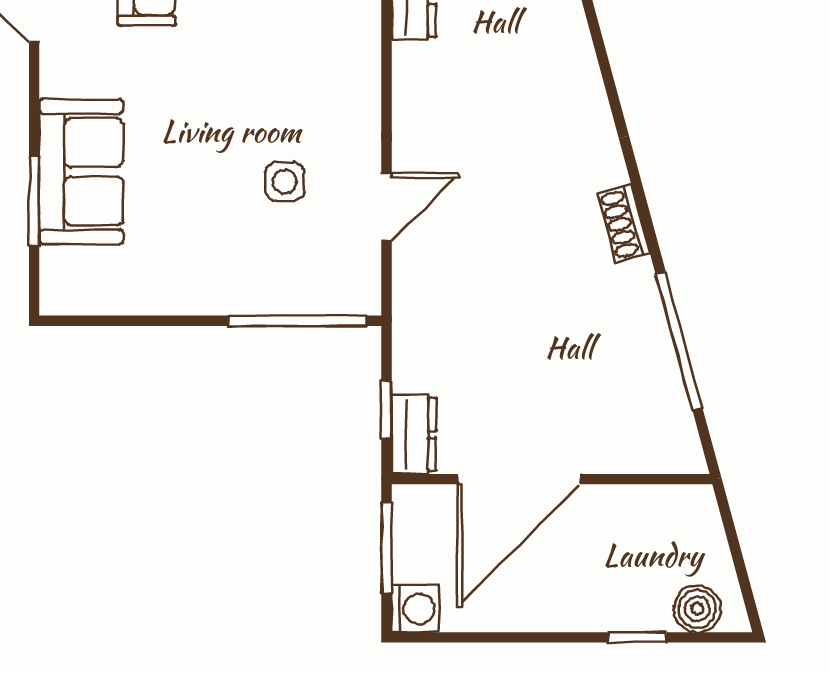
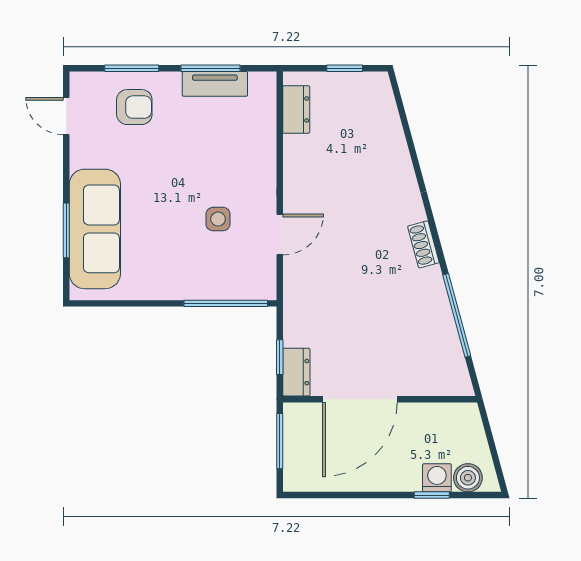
sofa: (81, 172) -> (95, 229), width x1.36
washing machine: (415, 609) -> (437, 478), moved, turned -90

